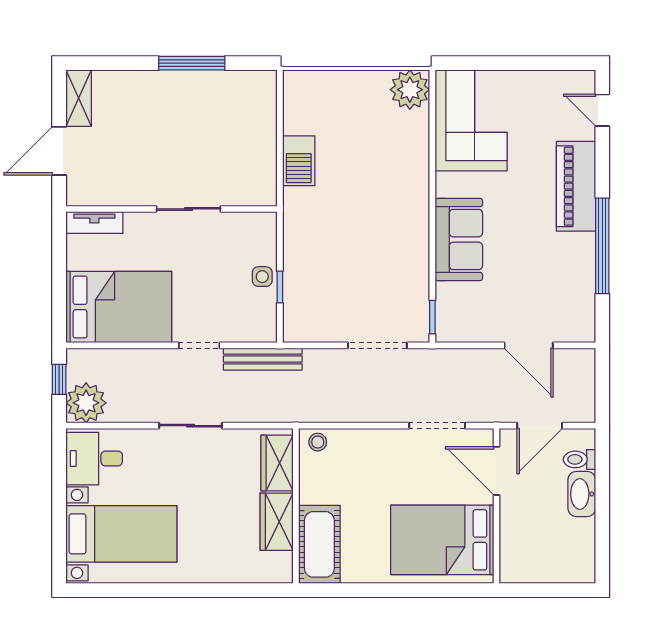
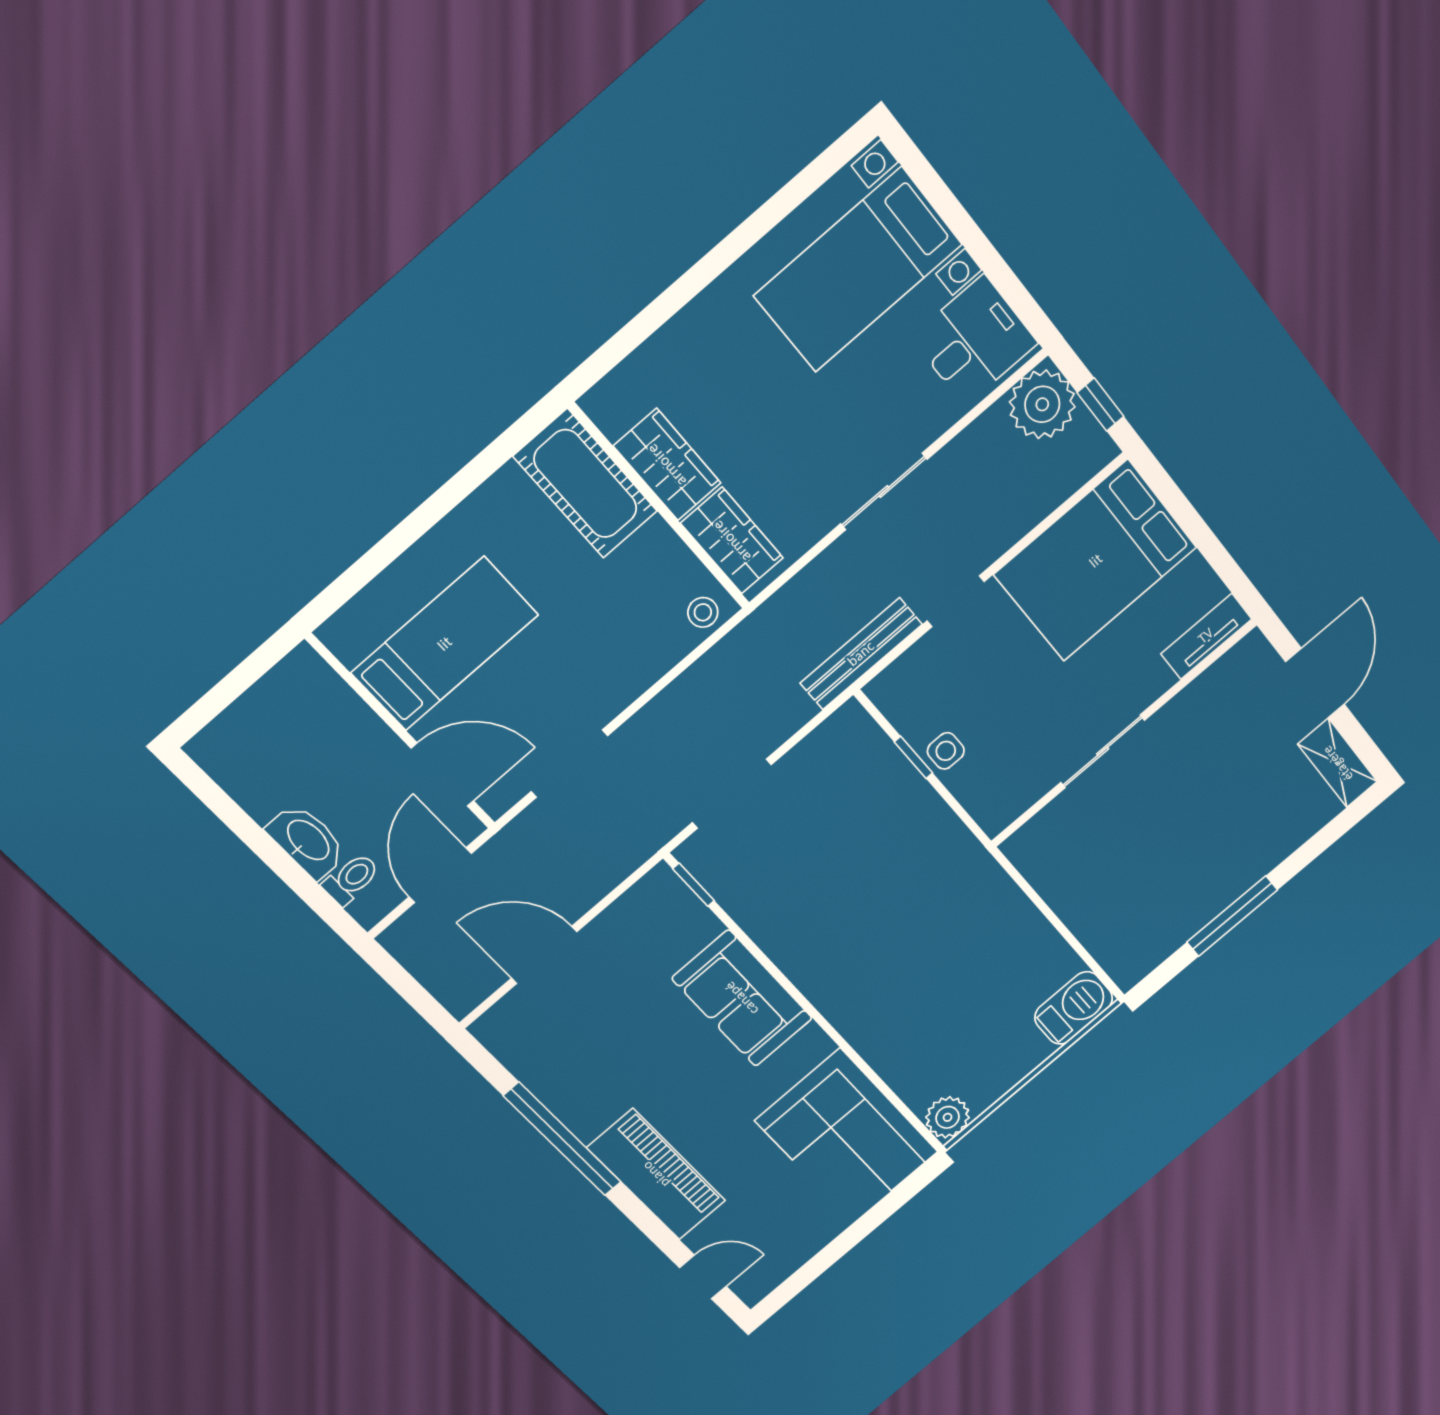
plant: (410, 90) -> (948, 1117), width x0.73, depth x0.73
barbecue: (299, 161) -> (1074, 1008), moved, turned 90
bed: (442, 540) -> (445, 644), width x0.67

